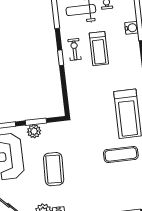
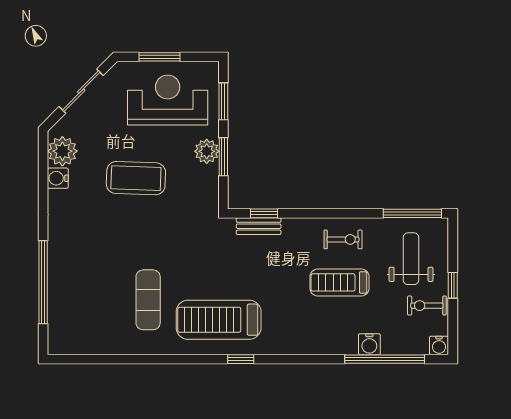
window: (61, 58) -> (264, 213), moved
bench: (73, 97) -> (259, 226), added

